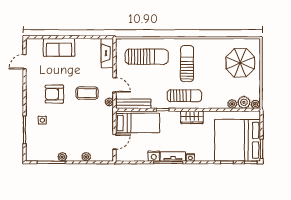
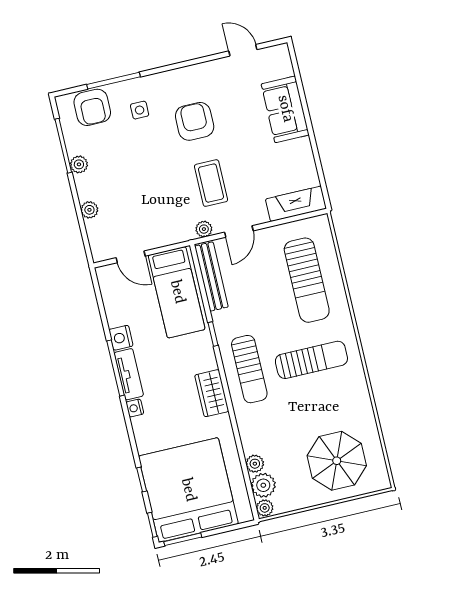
armchair: (35, 143) -> (92, 107), added

